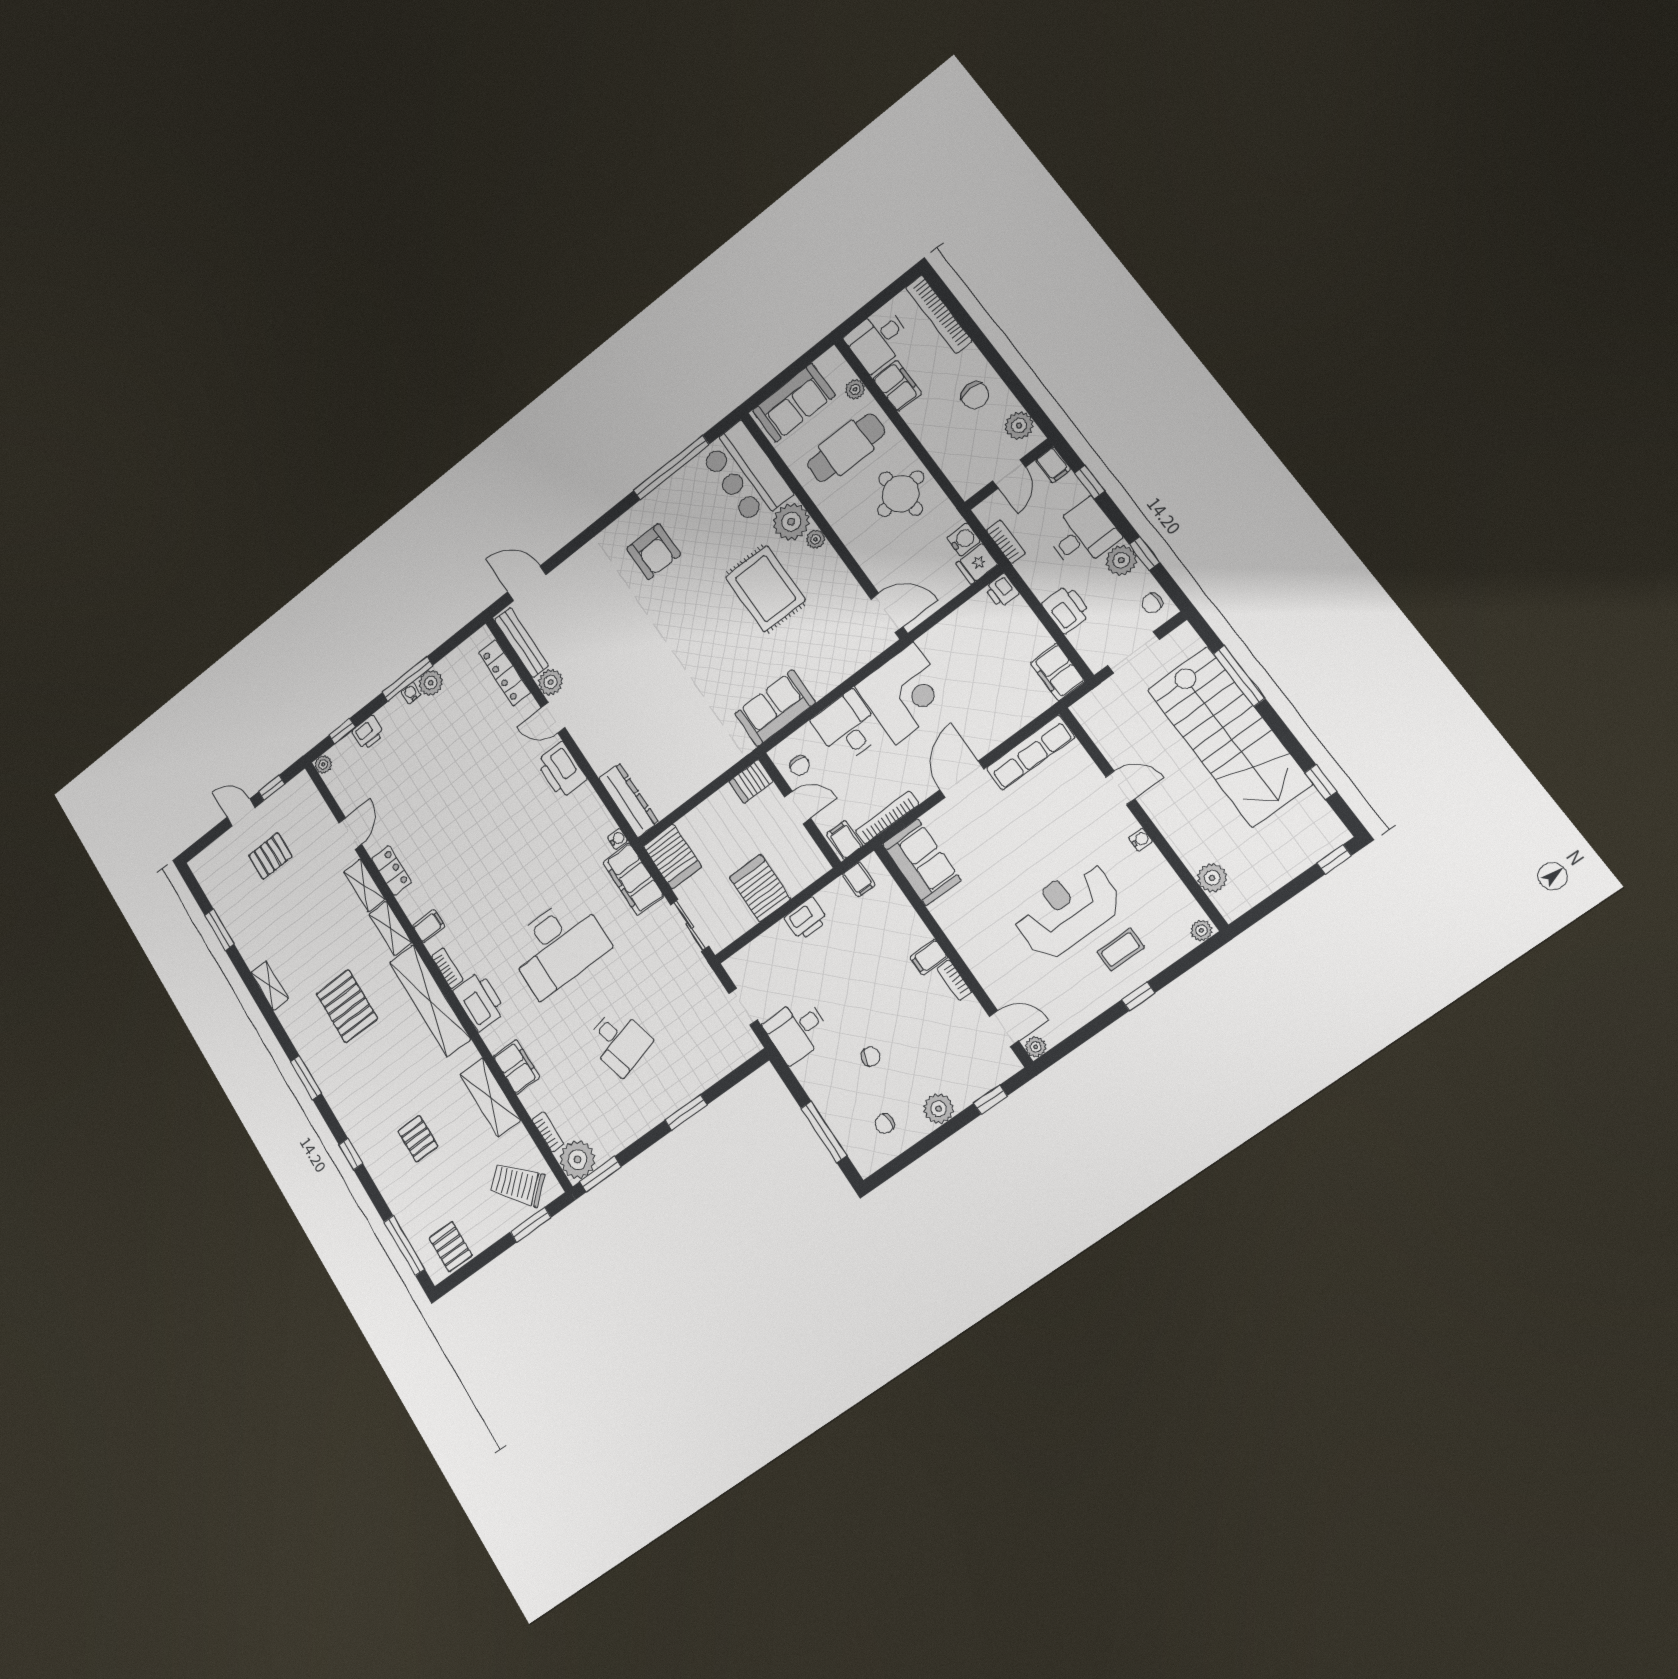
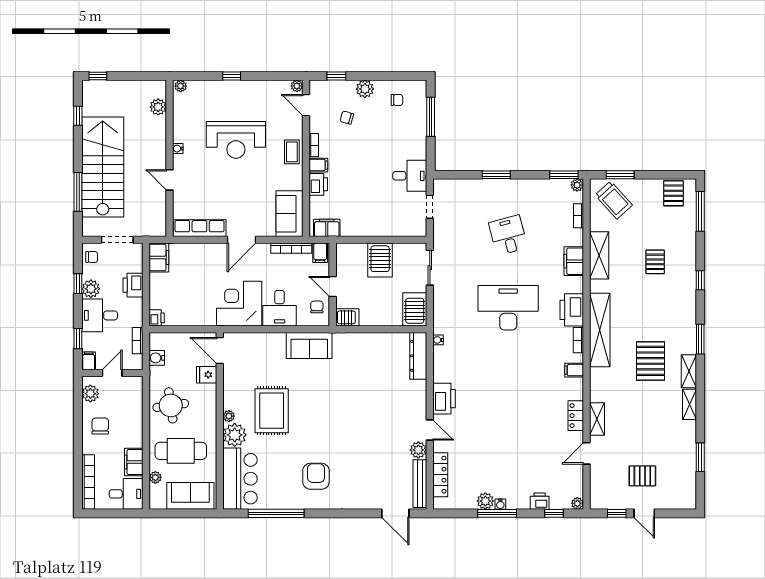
fridge: (977, 564) -> (207, 375), moved, turned 180
filing cabinet: (633, 879) -> (444, 313), removed
filing cabinet: (859, 879) -> (327, 228), width x2.00
printer: (806, 919) -> (318, 184), moved, turned 90
shelving: (390, 929) -> (689, 371), moved
coffee table: (1121, 949) -> (292, 152), moved, turned 90
chair: (870, 1056) -> (347, 118), moved
plant: (578, 1160) -> (577, 185), width x0.53, depth x0.53

